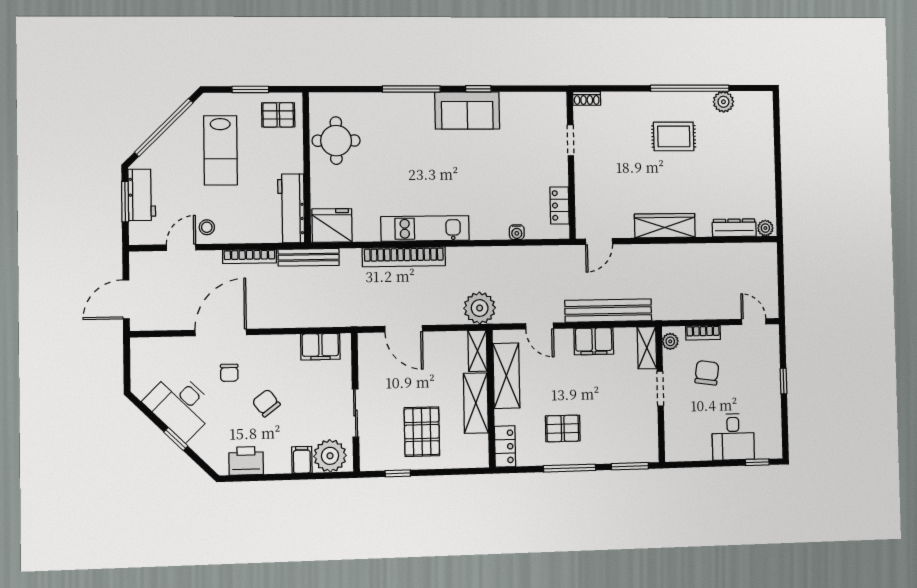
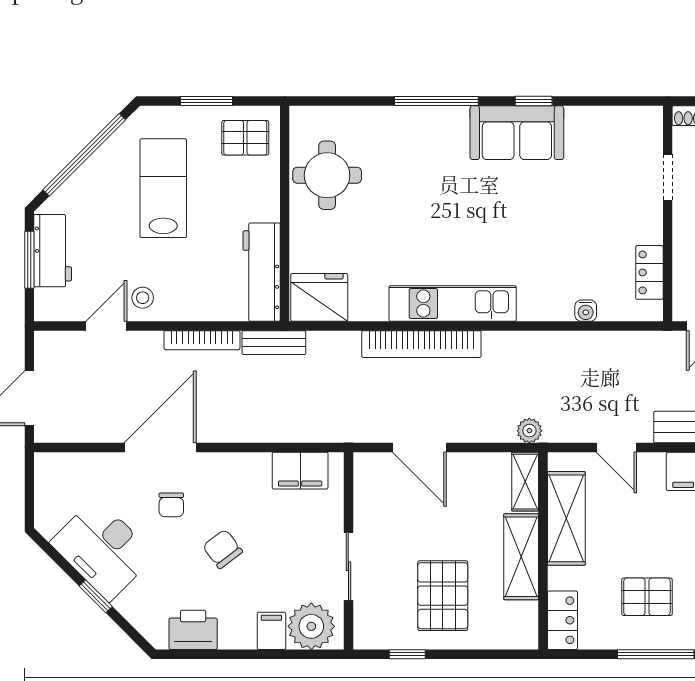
lab bench: (221, 150) -> (163, 188), turned 180
bench: (309, 257) -> (274, 343), width x0.73
plant: (480, 308) -> (529, 431), width x0.53, depth x0.53

